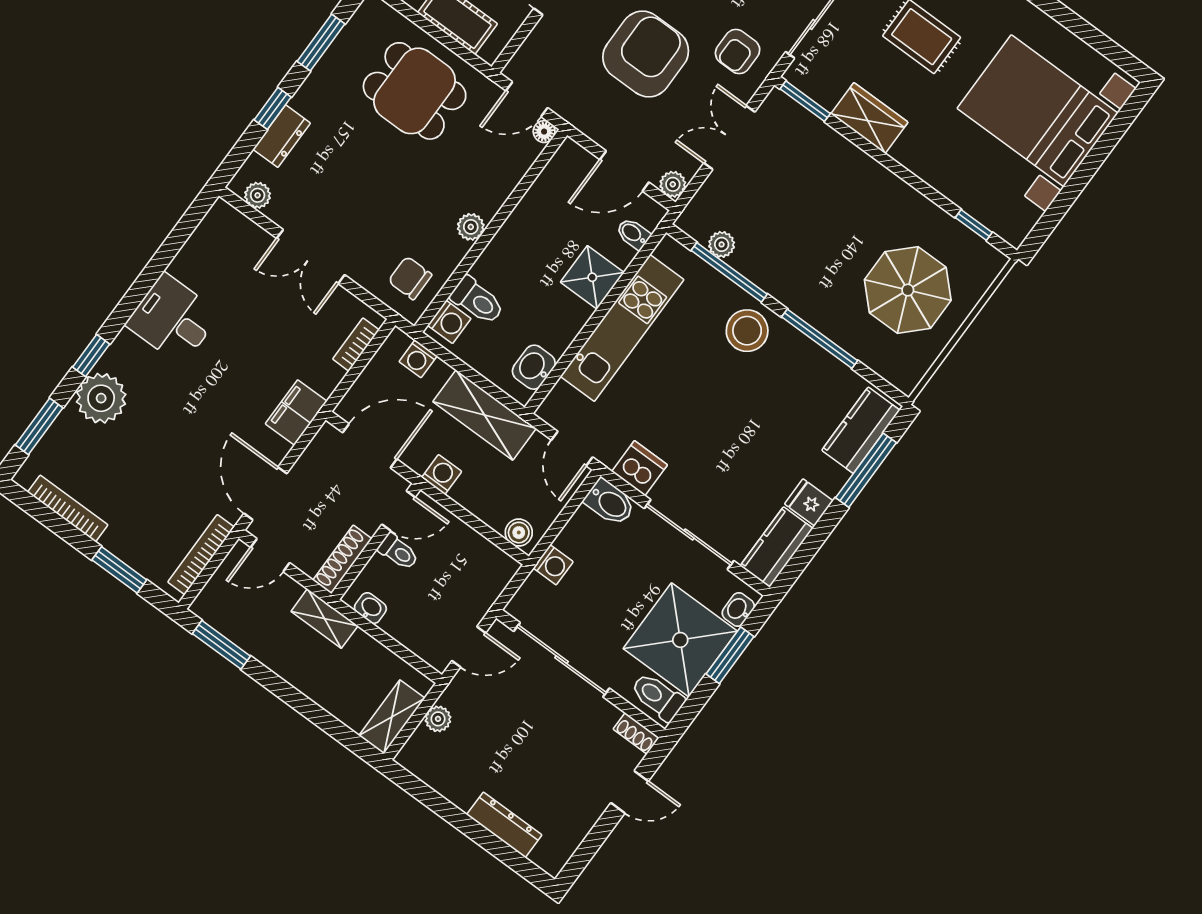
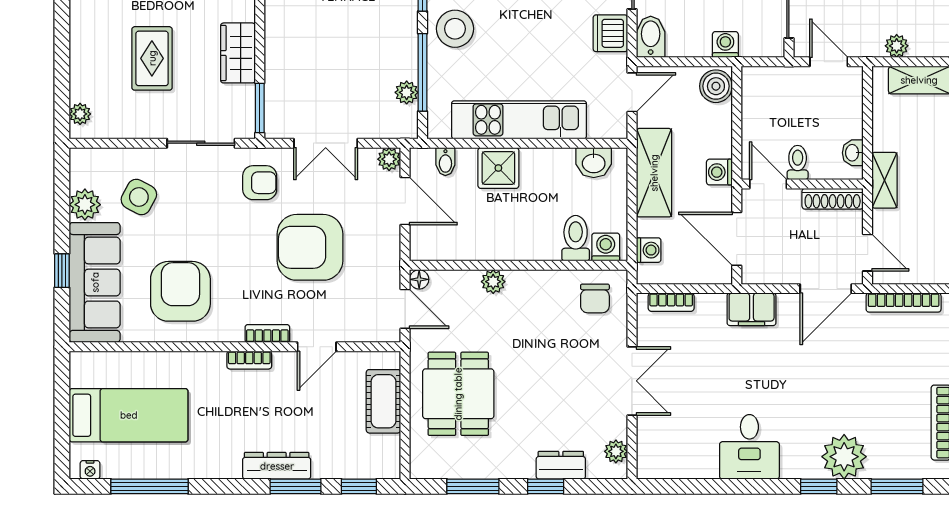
plant: (471, 227) -> (493, 282), moved
boiler: (519, 533) -> (716, 86), width x1.36, depth x1.36

